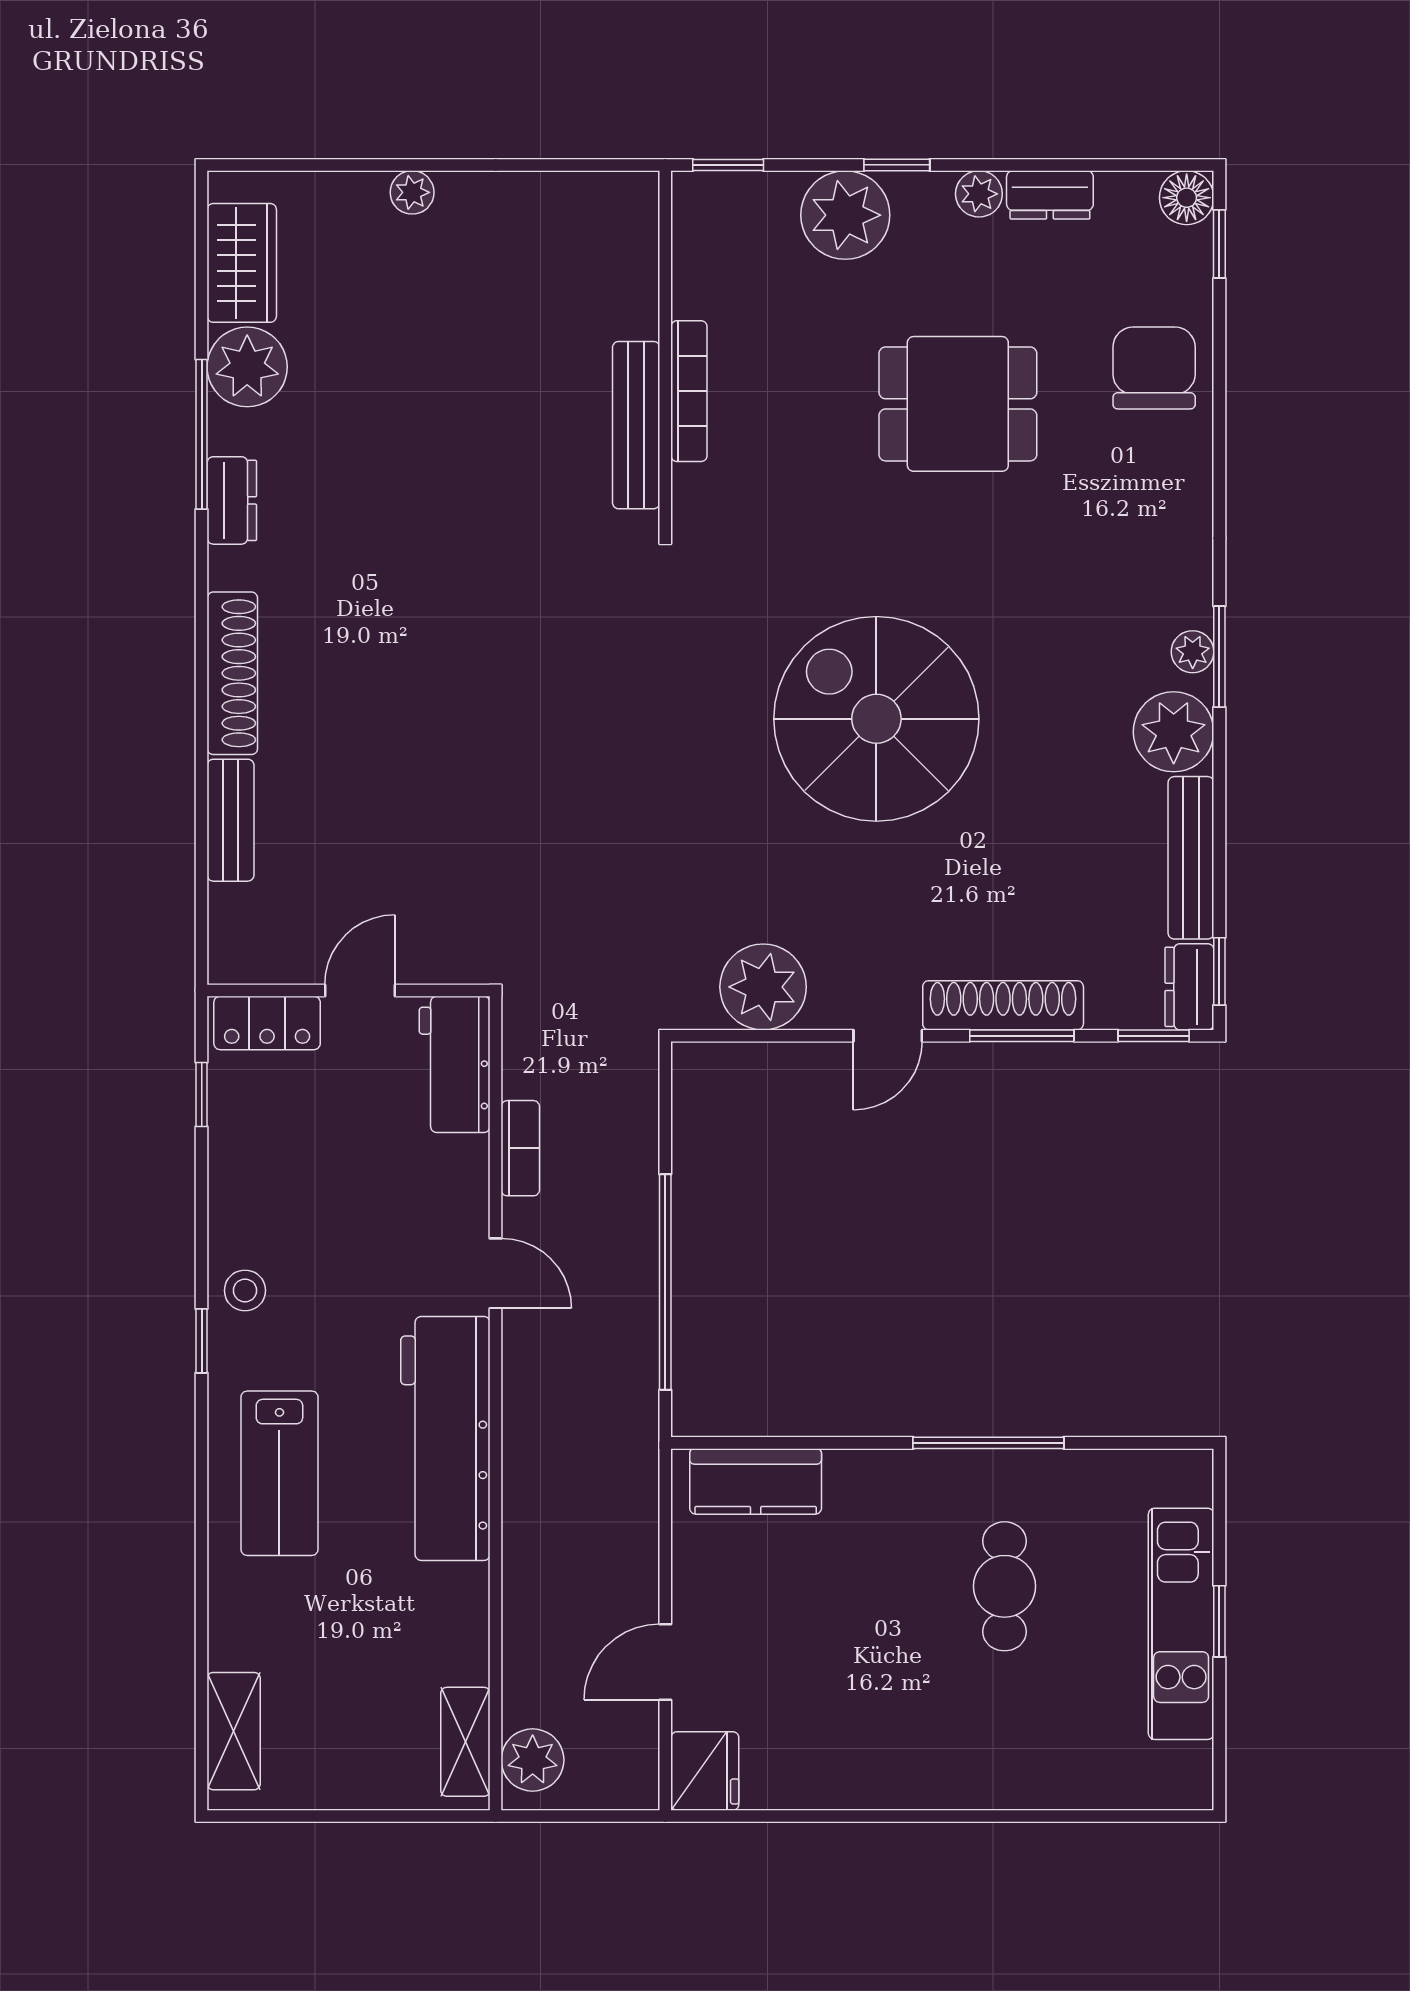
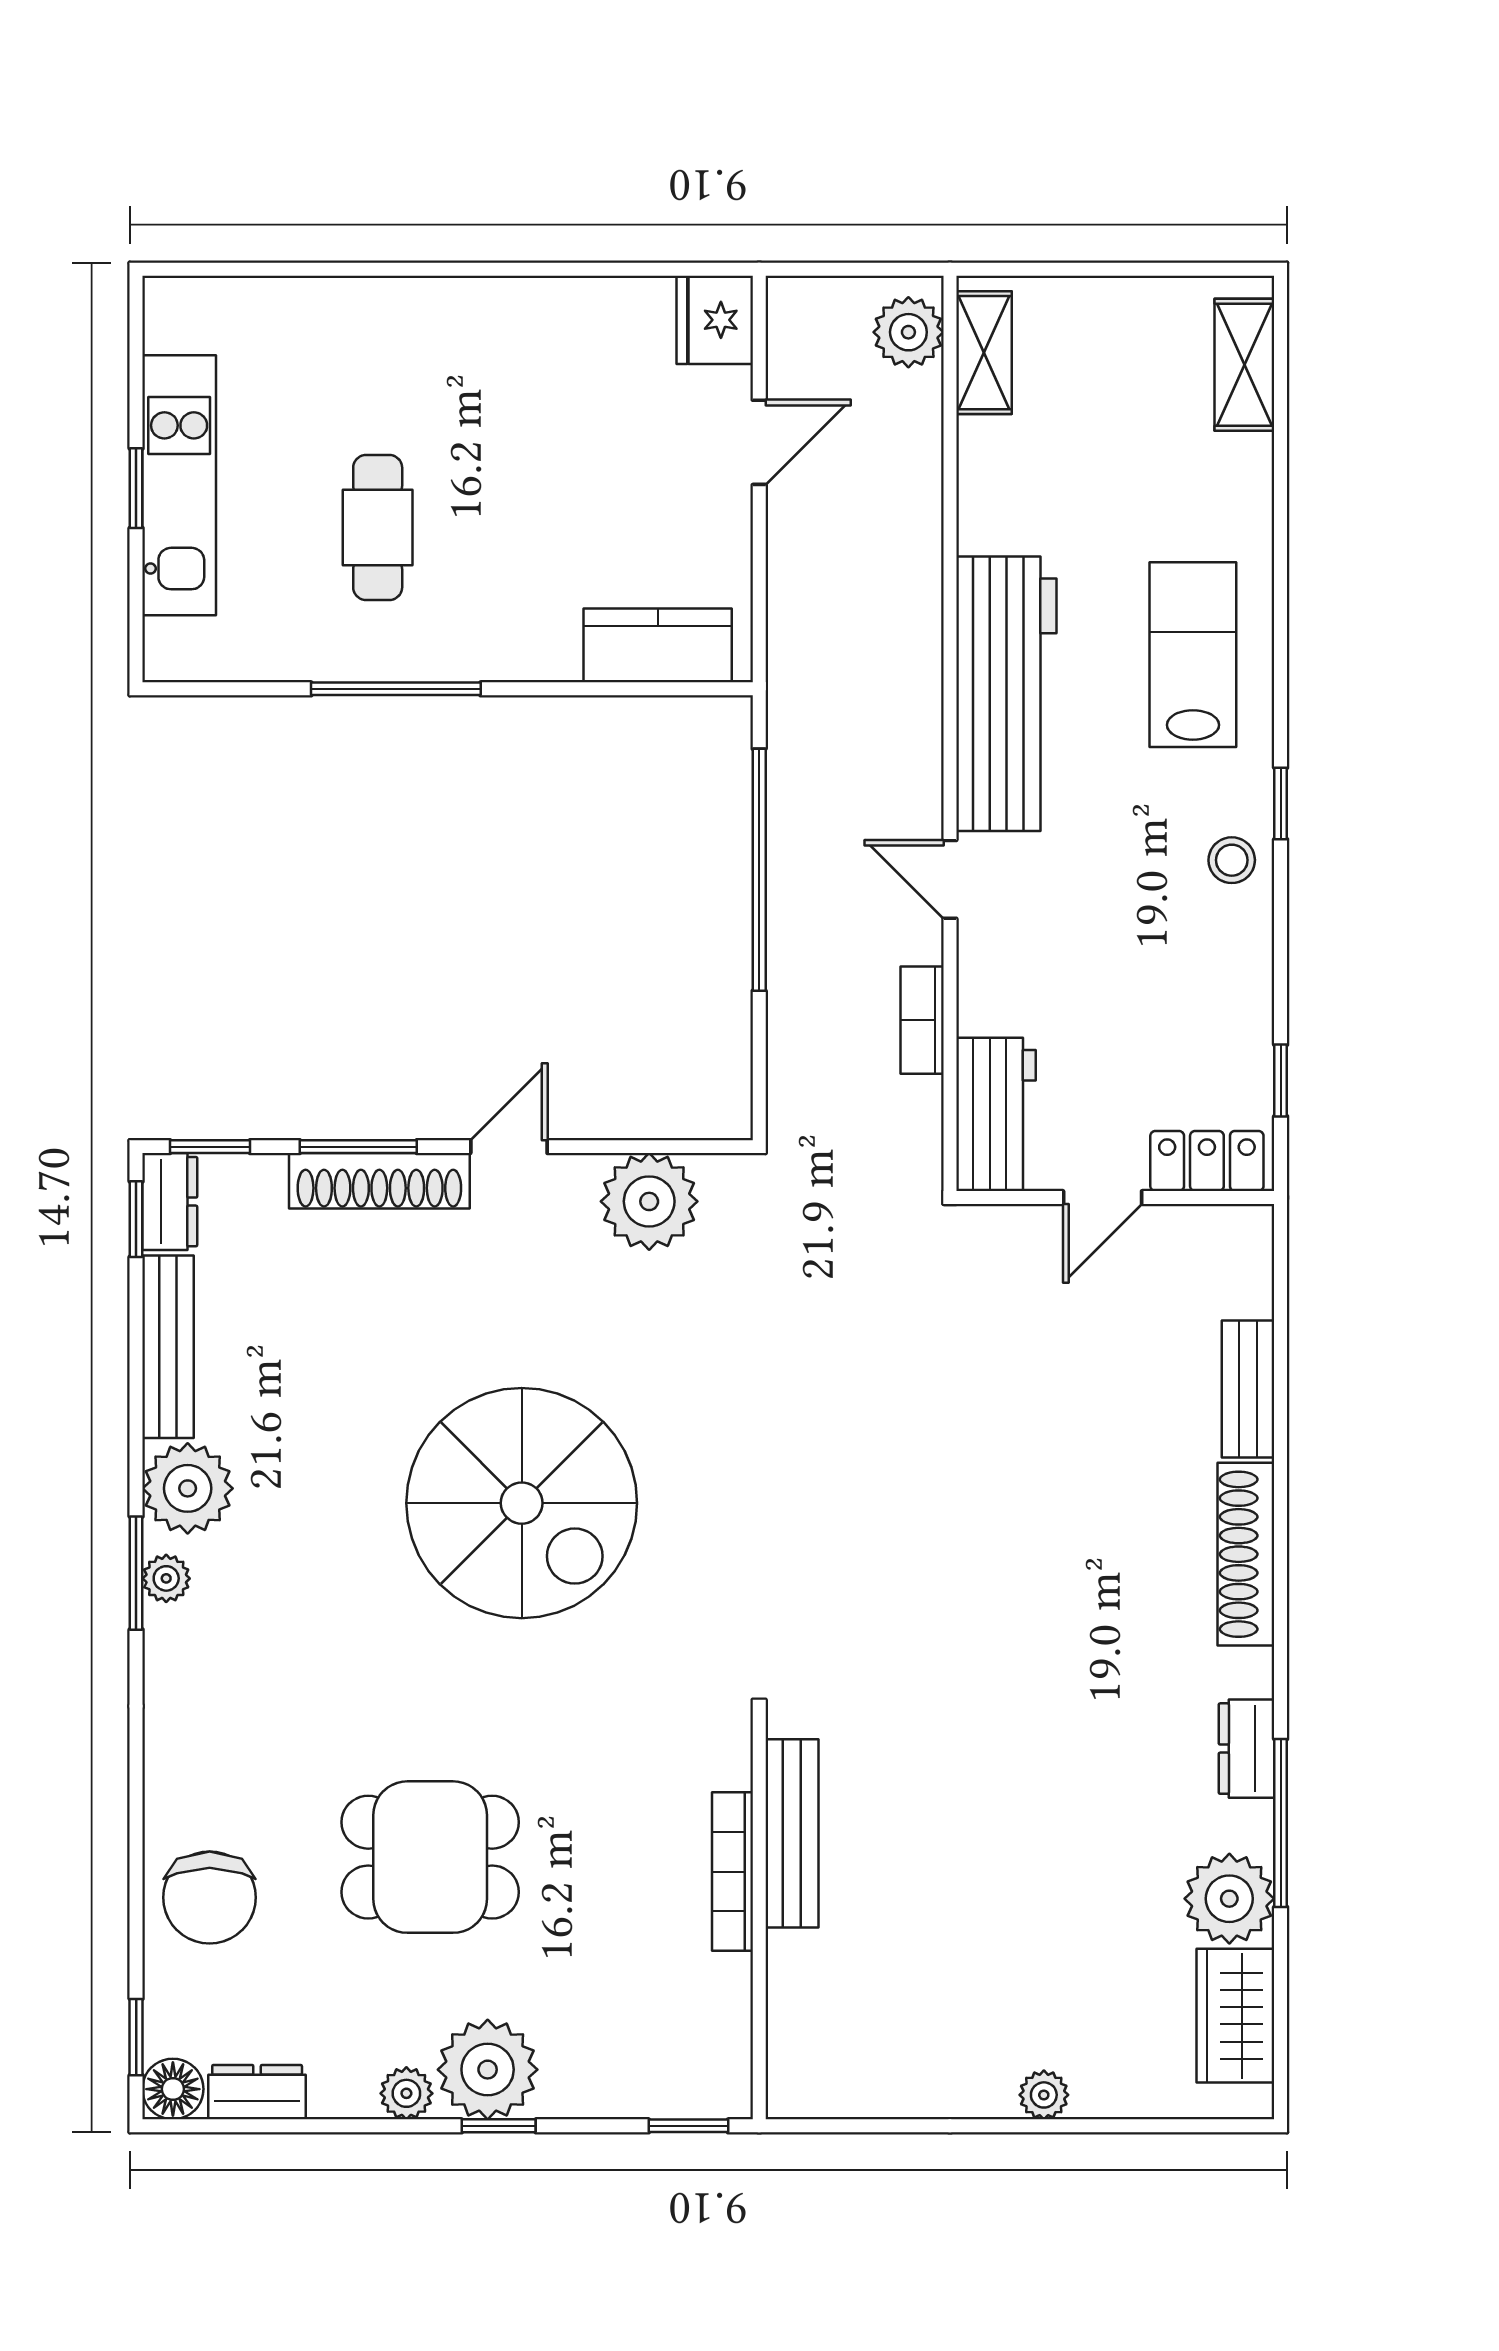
dresser: (1050, 195) -> (257, 2092), moved
plant: (845, 215) -> (488, 2070), moved

